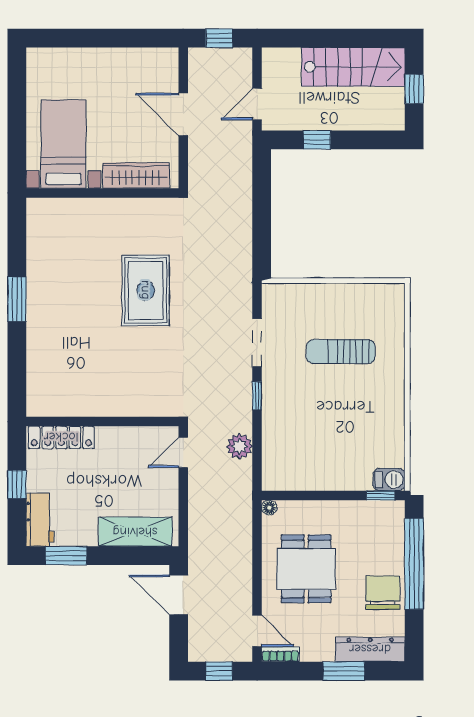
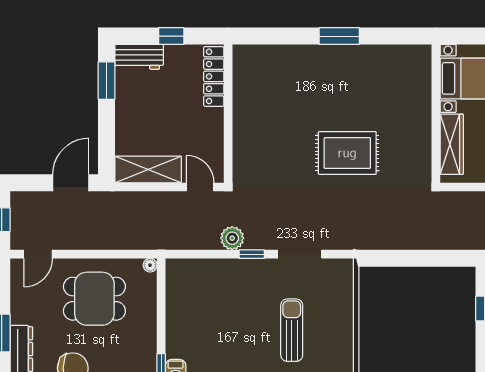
plant: (239, 446) -> (232, 238), moved
shelving: (135, 532) -> (148, 170), moved, turned 90
bookcase: (280, 654) -> (17, 275), removed

